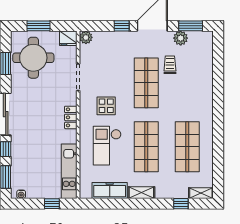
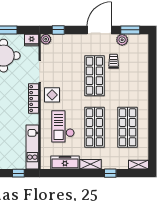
window: (122, 26) -> (58, 30), moved
display table: (106, 106) -> (52, 95), moved
locker: (71, 117) -> (34, 99), width x1.53
window: (181, 204) -> (110, 173), moved

